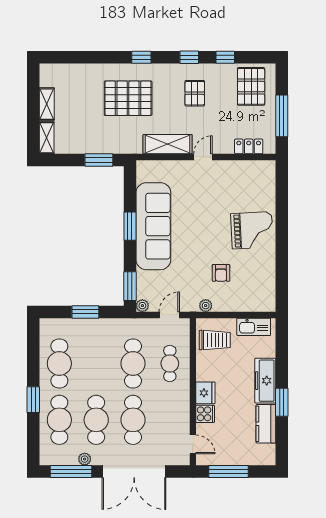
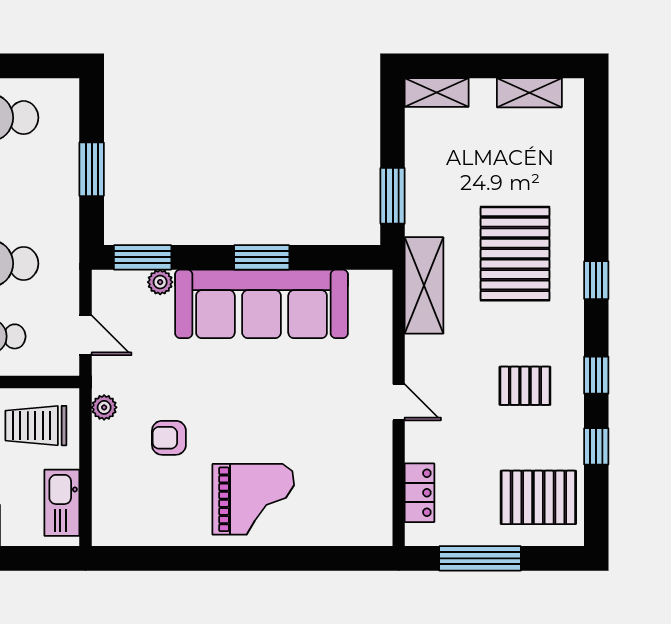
shelving: (47, 104) -> (529, 93), moved
shelving: (168, 144) -> (424, 285), moved
grand piano: (252, 230) -> (253, 499), turned -87
plant: (142, 306) -> (160, 282), moved
trolley: (215, 340) -> (36, 426), turned 90

